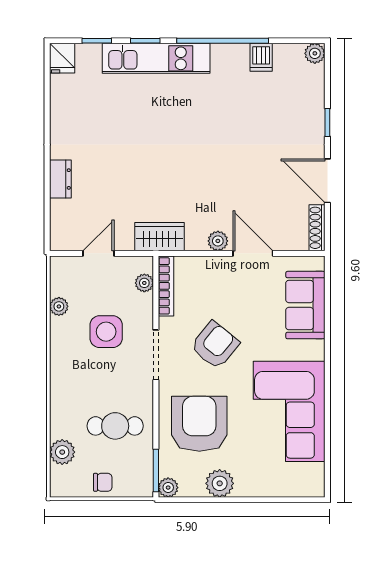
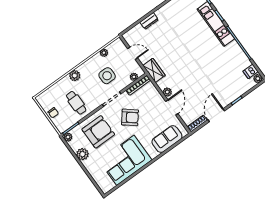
dishwasher: (261, 57) -> (251, 71), moved
plant: (62, 452) -> (75, 76), moved

